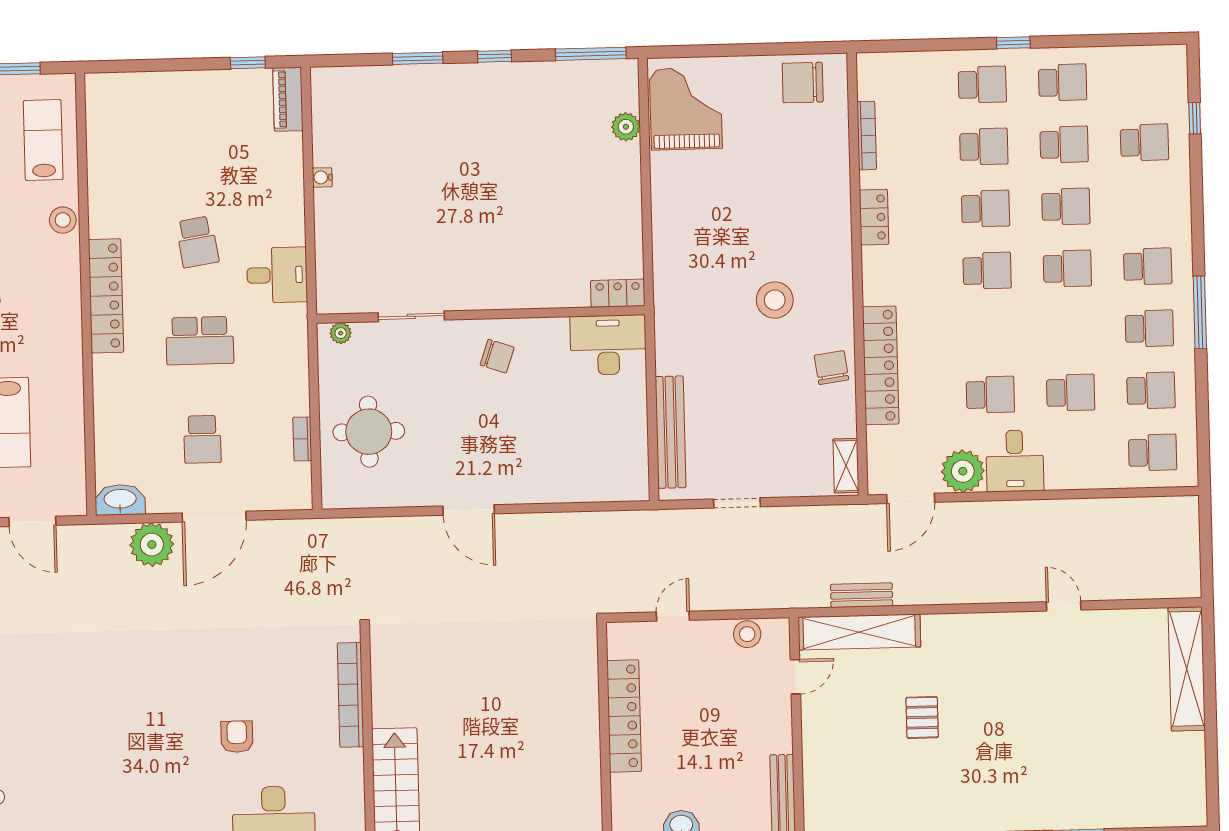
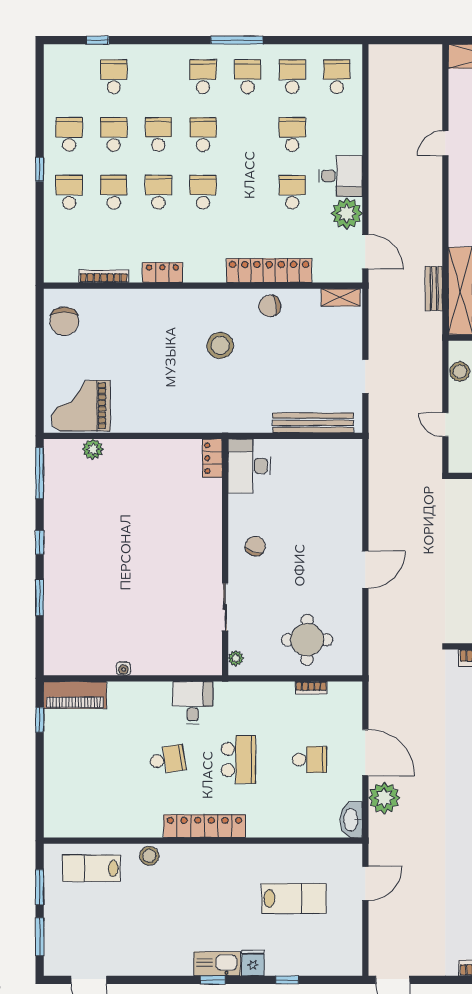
piano: (288, 99) -> (75, 695), width x1.37, depth x1.33

